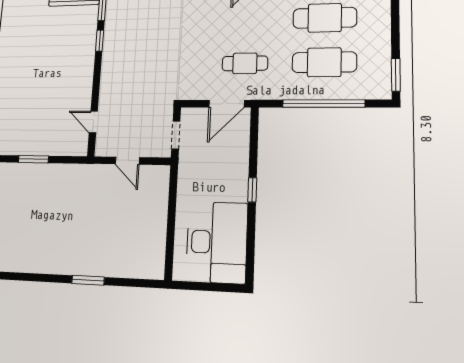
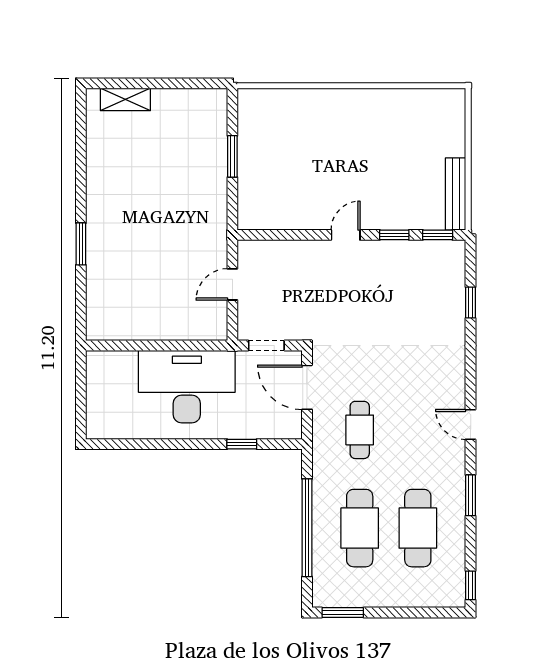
door: (227, 104) -> (307, 387), moved
door: (93, 122) -> (346, 235), moved
window: (252, 190) -> (242, 444), moved
desk: (217, 242) -> (187, 387), moved, turned 180

